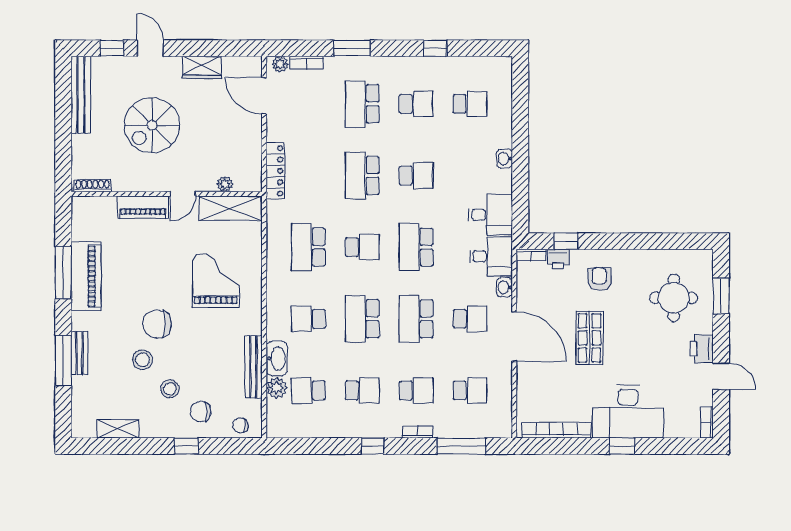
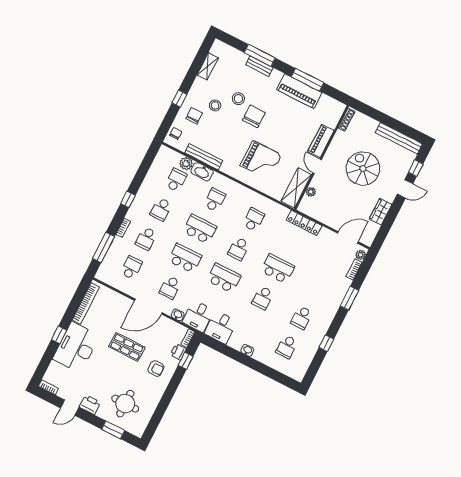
school desk: (362, 104) -> (316, 288), removed
school desk: (308, 247) -> (254, 220), width x0.54
school desk: (470, 390) -> (131, 268), turned 180

